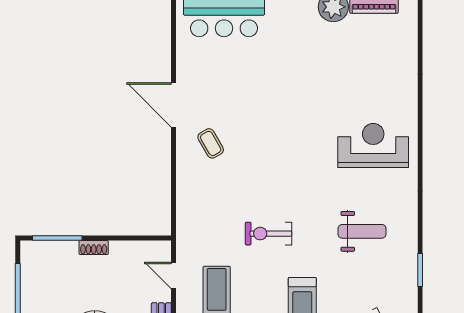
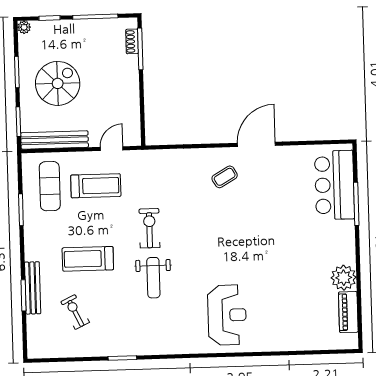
weight bench: (362, 231) -> (153, 278), moved
shoe rack: (94, 248) -> (132, 41), moved

